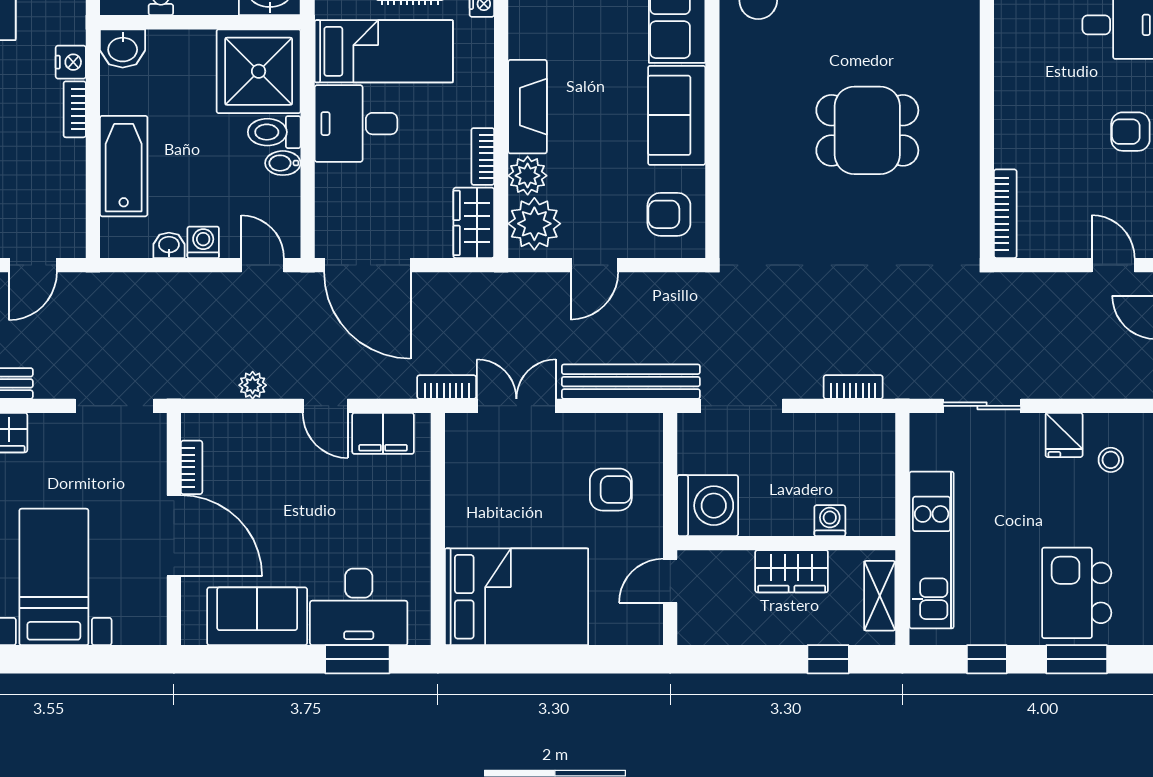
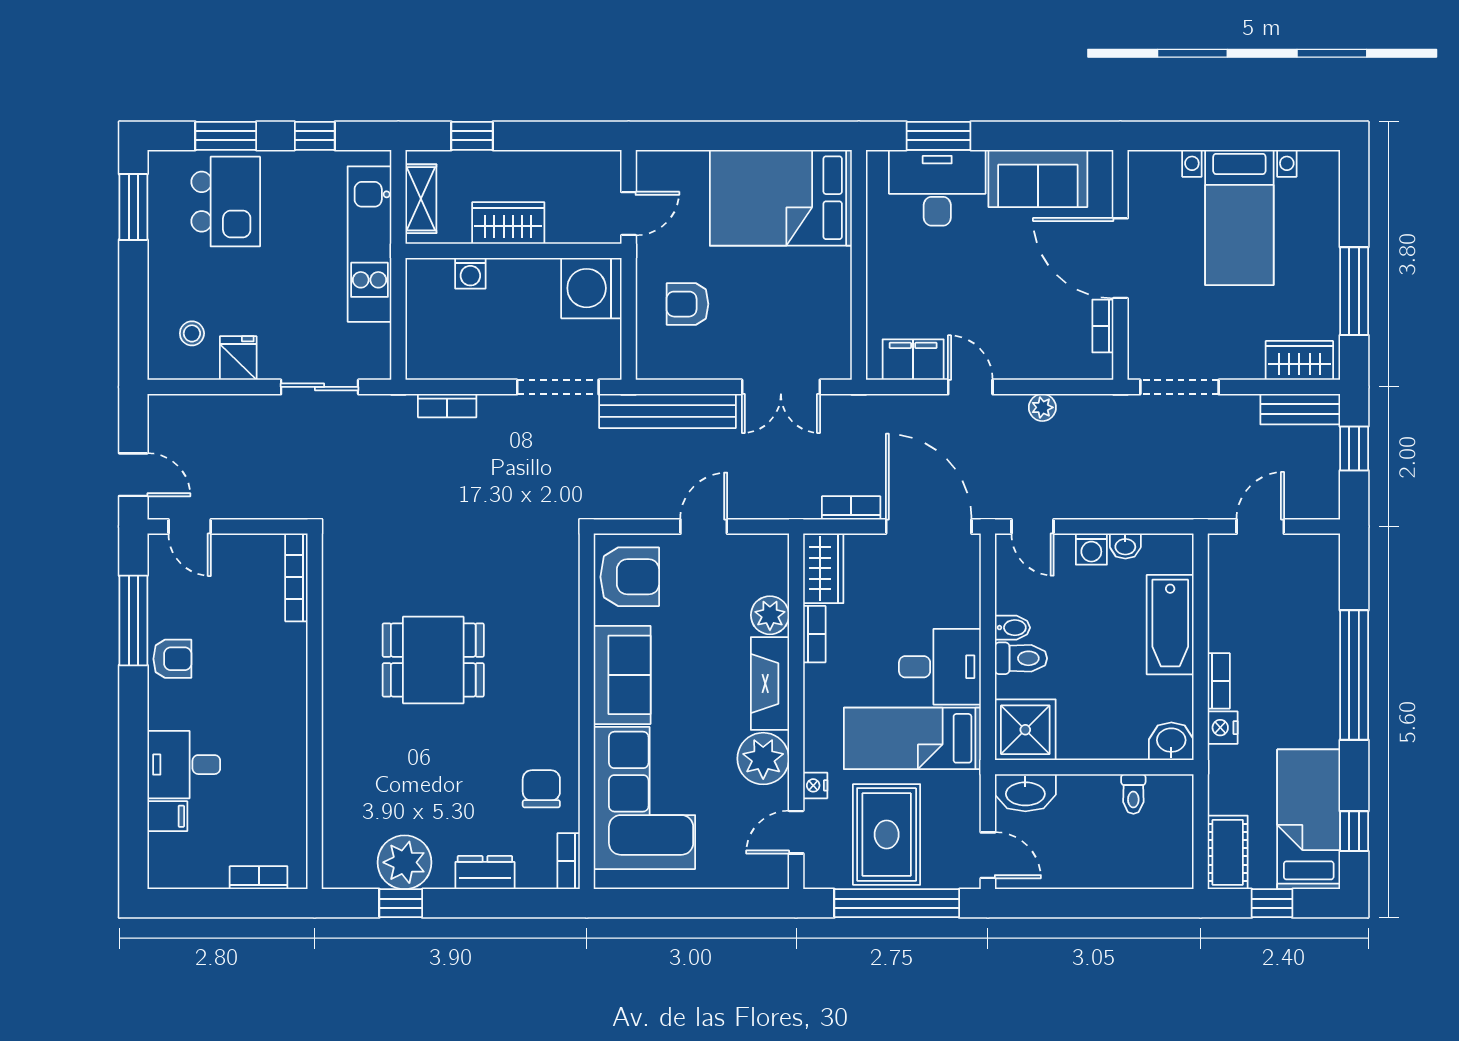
shower: (259, 71) -> (1025, 730), width x0.73, depth x0.73
armchair: (669, 214) -> (630, 577), width x1.38, depth x1.38
plant: (534, 224) -> (763, 759), moved
bookcase: (447, 387) -> (851, 508), moved, turned 180

